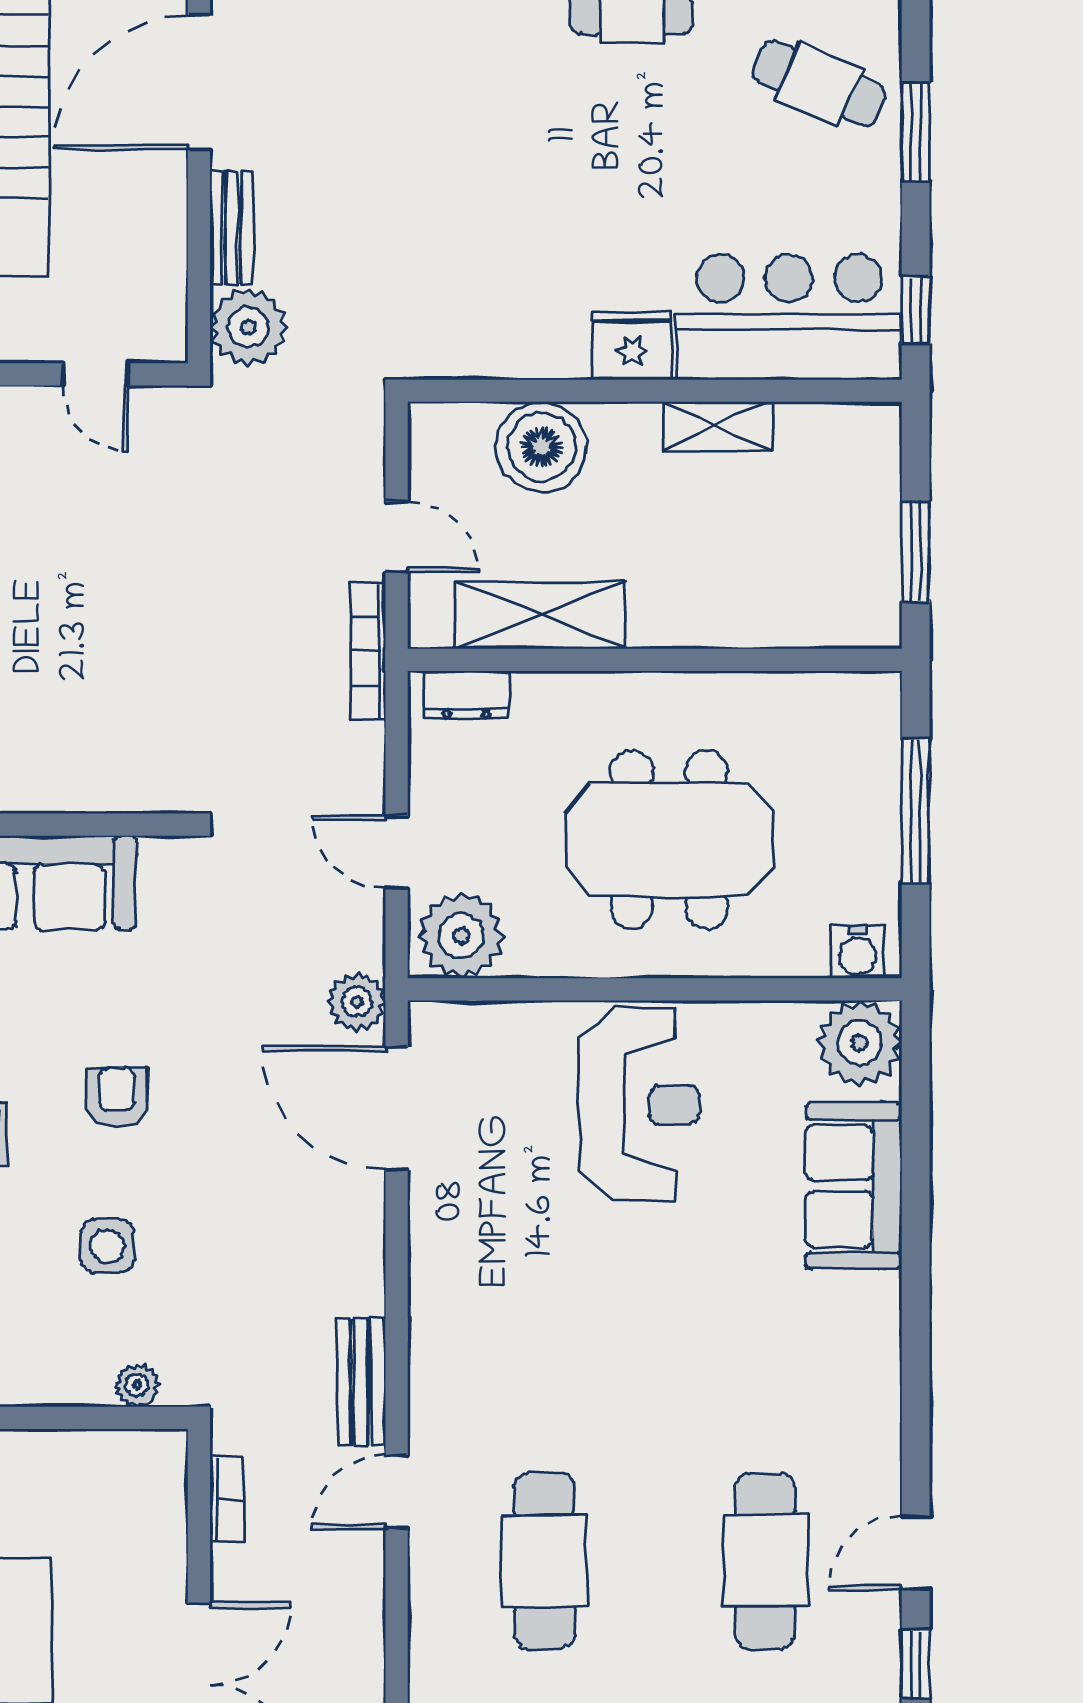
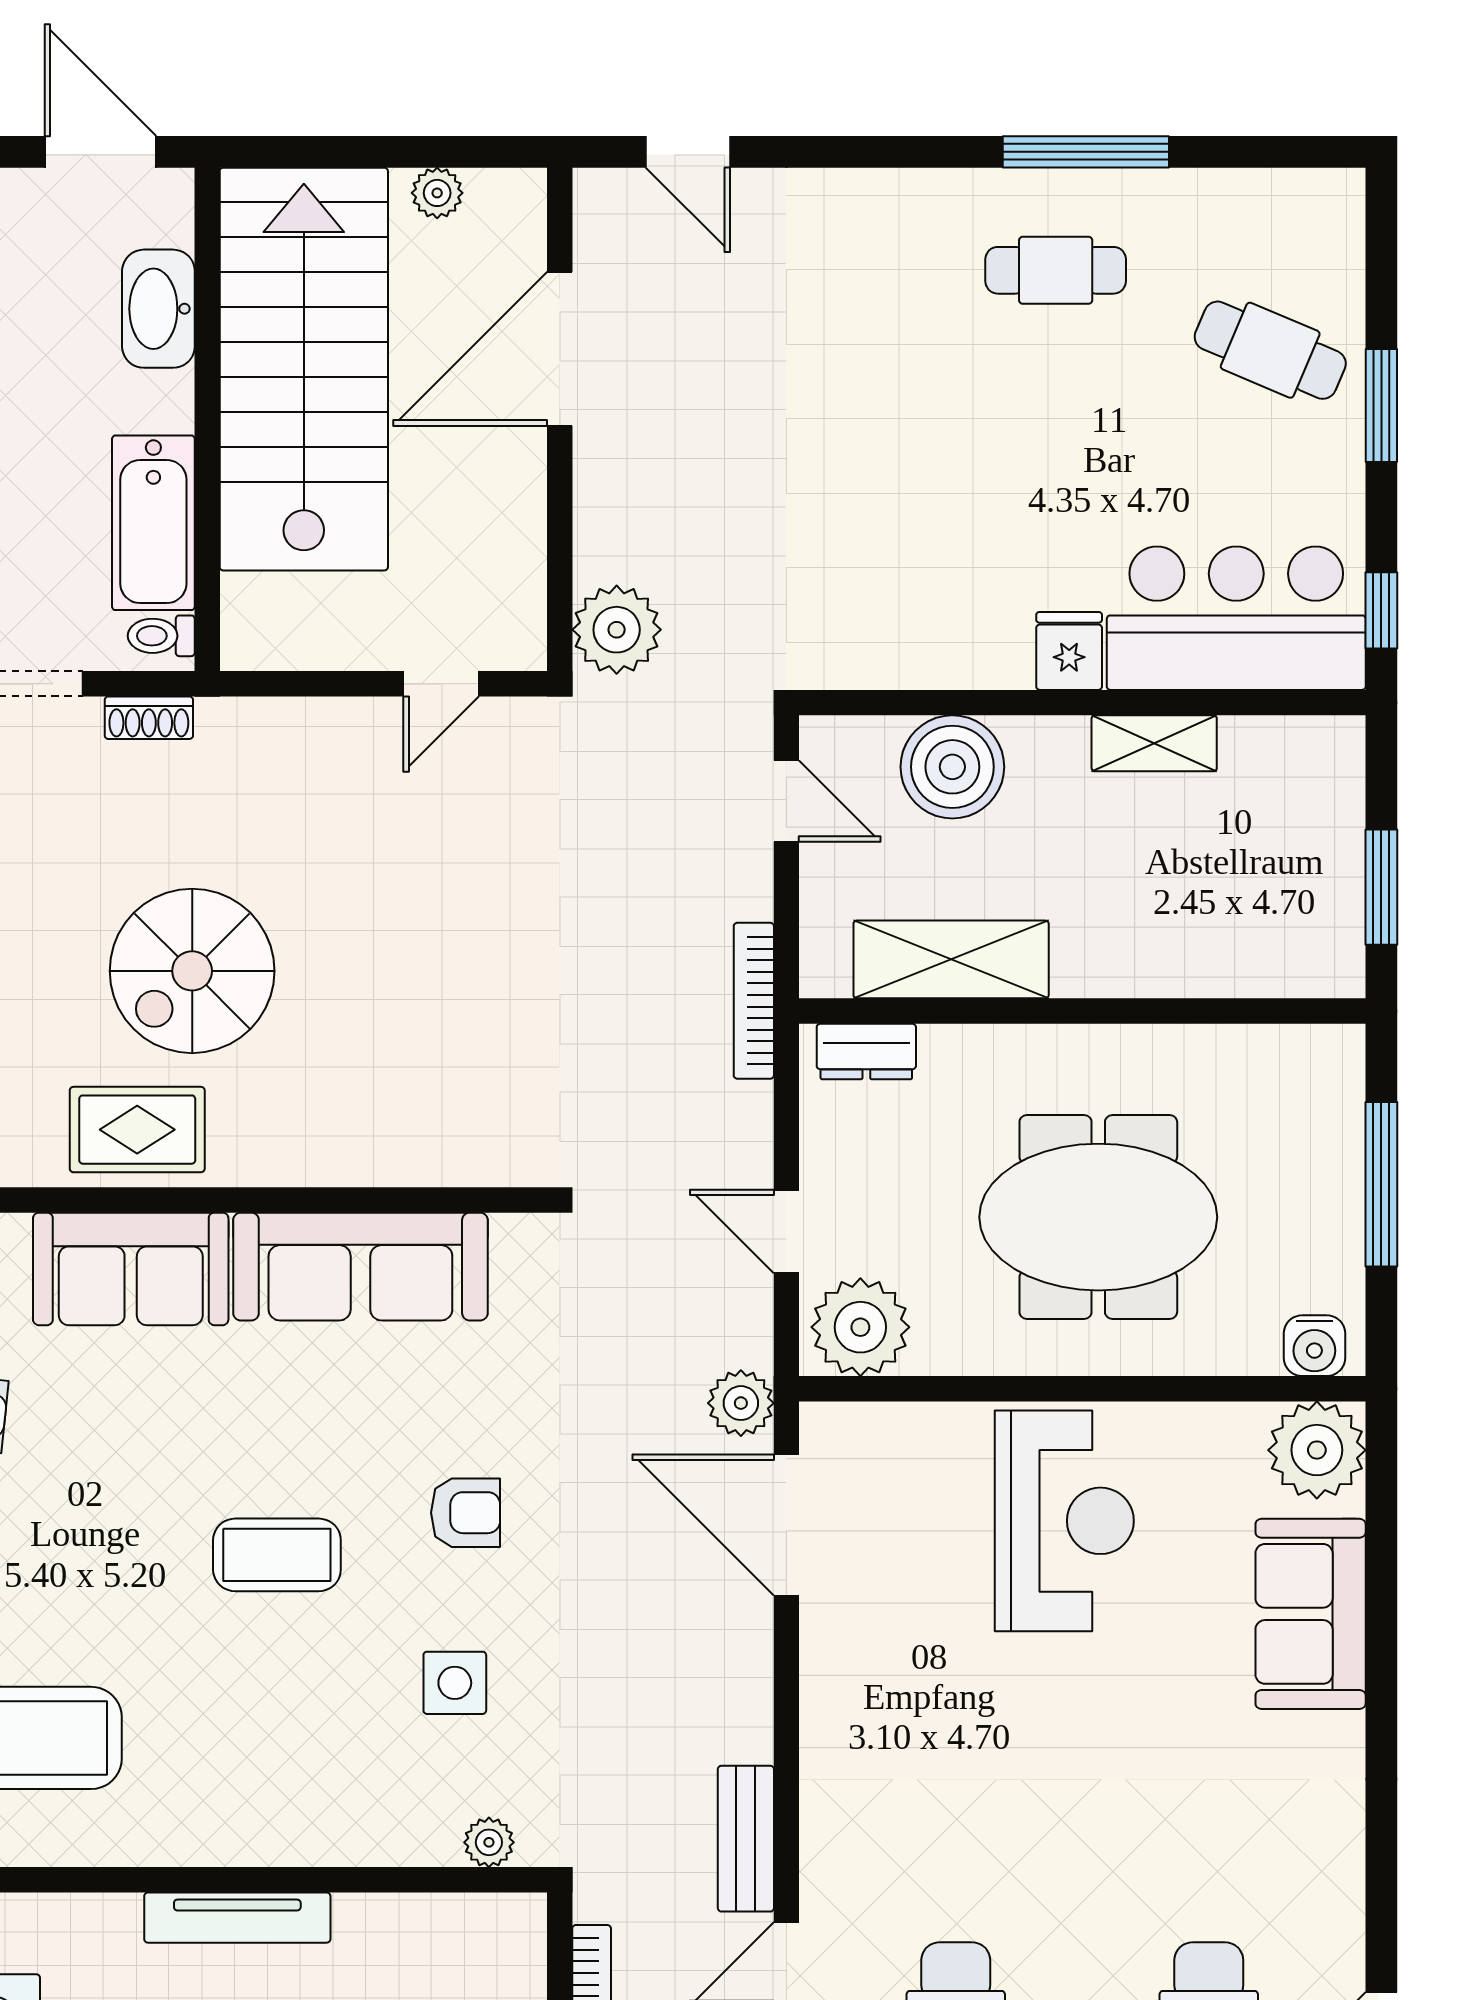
bench: (232, 227) -> (597, 515), removed
fridge: (632, 346) -> (1069, 651), width x0.72
door: (95, 374) -> (441, 684), hinge flipped
door: (397, 537) -> (786, 801), moved
armchair: (117, 1098) -> (466, 1513), turned 90

